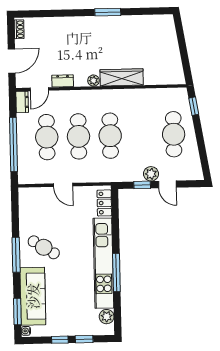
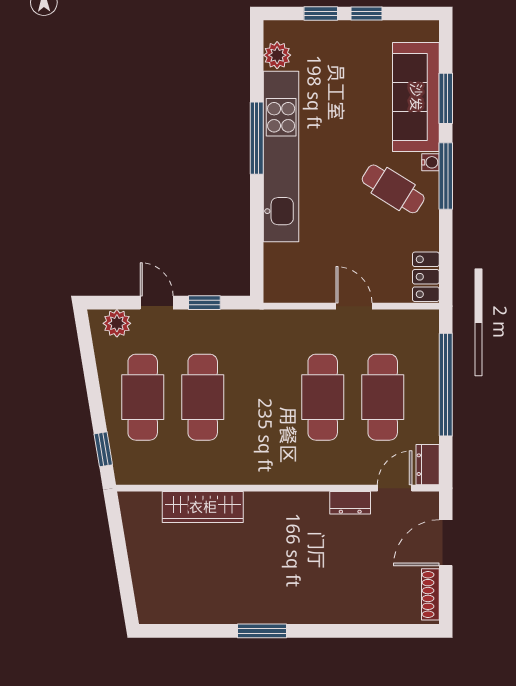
shoe rack: (19, 29) -> (430, 594), width x1.43
wardrobe: (122, 77) -> (203, 507), moved
plant: (93, 81) -> (292, 502), removed
cafe table: (110, 136) -> (203, 397), moved
plant: (151, 174) -> (117, 323), moved
locker: (104, 203) -> (426, 277), moved, turned 180
window: (17, 312) -> (446, 98), moved
water cooler: (26, 331) -> (431, 162), moved

